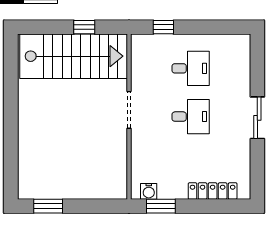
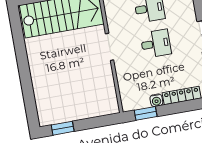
water cooler: (149, 191) -> (156, 100), moved

